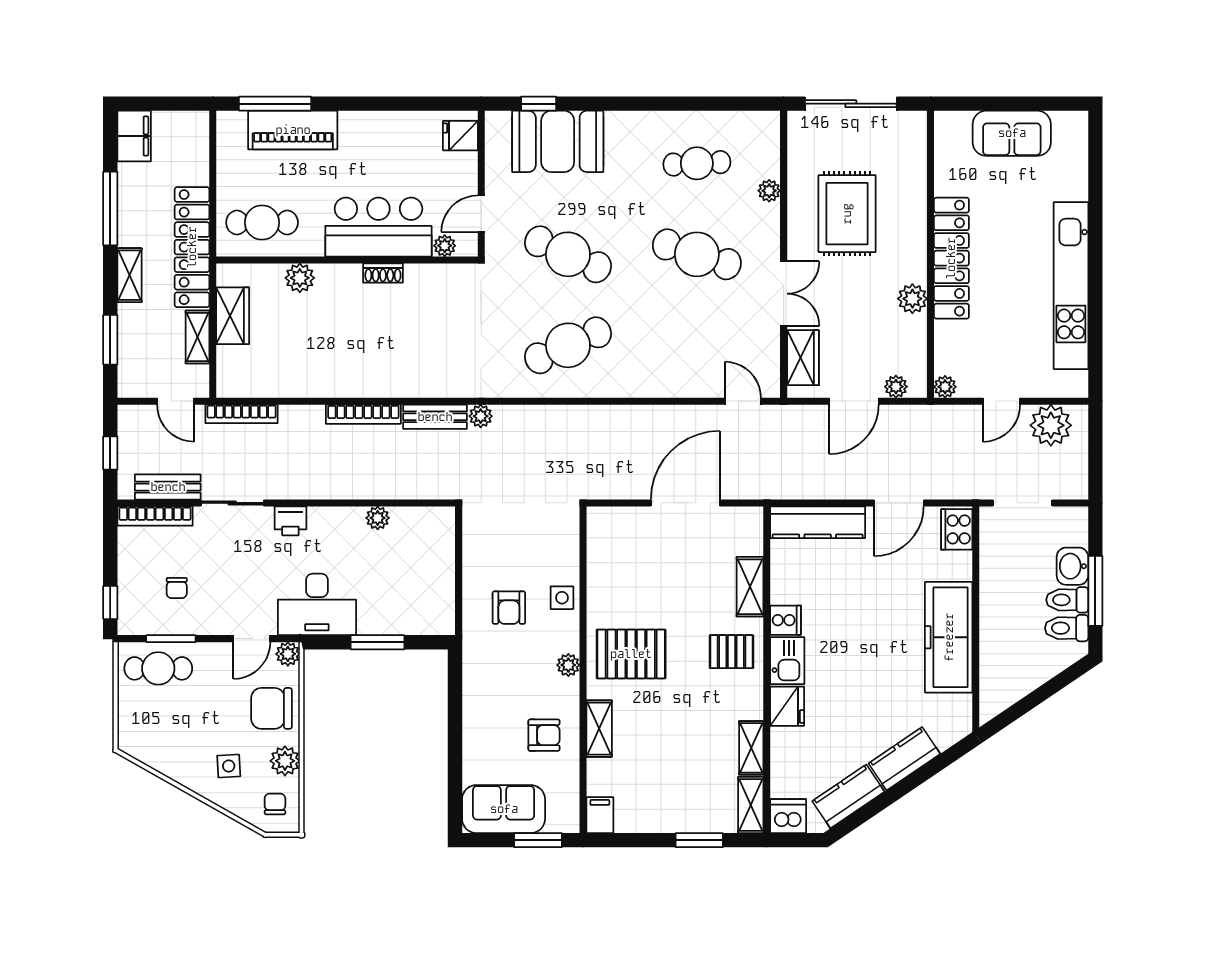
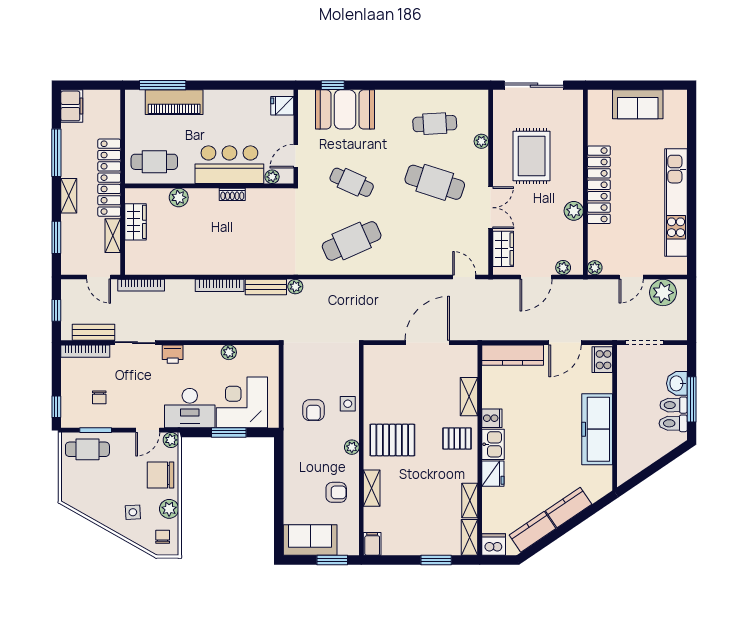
cafe table: (568, 254) -> (352, 182), width x0.73, depth x0.74
corner desk: (398, 596) -> (242, 402), added

